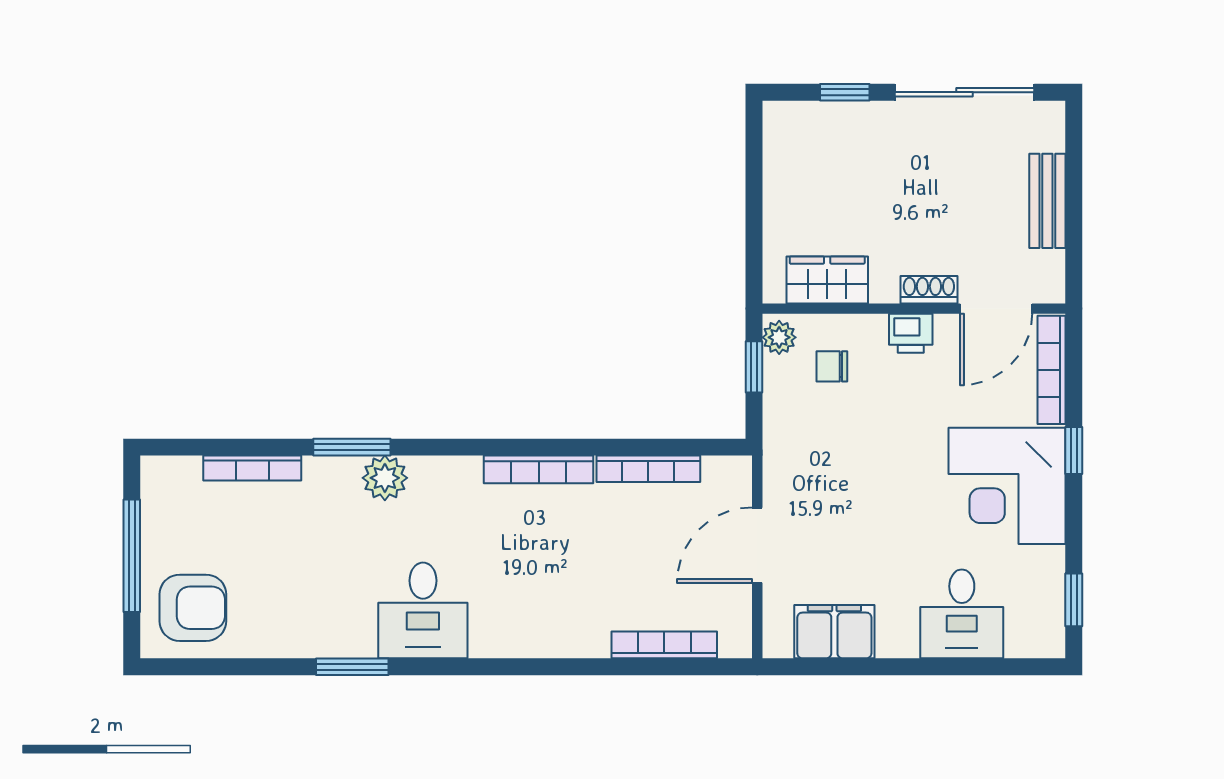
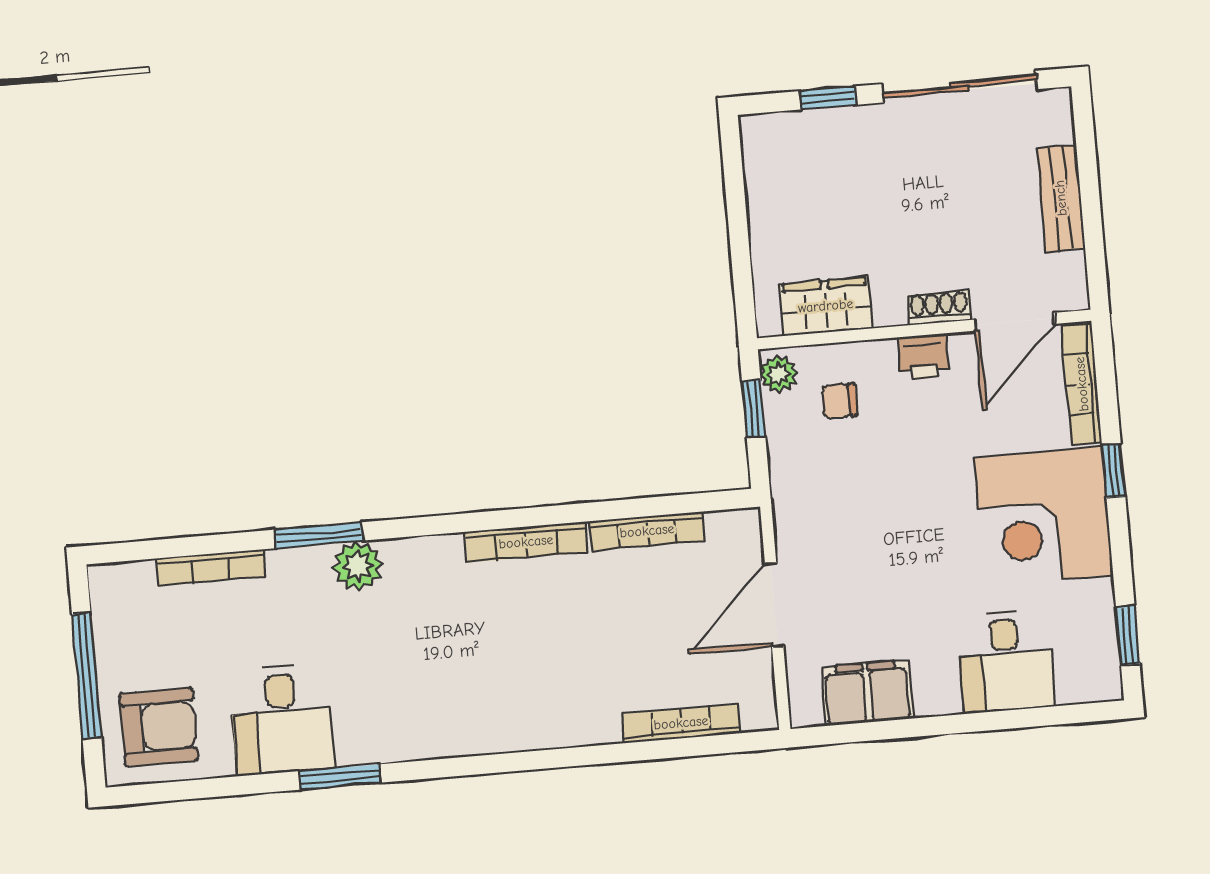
desk: (423, 610) -> (282, 719), moved

